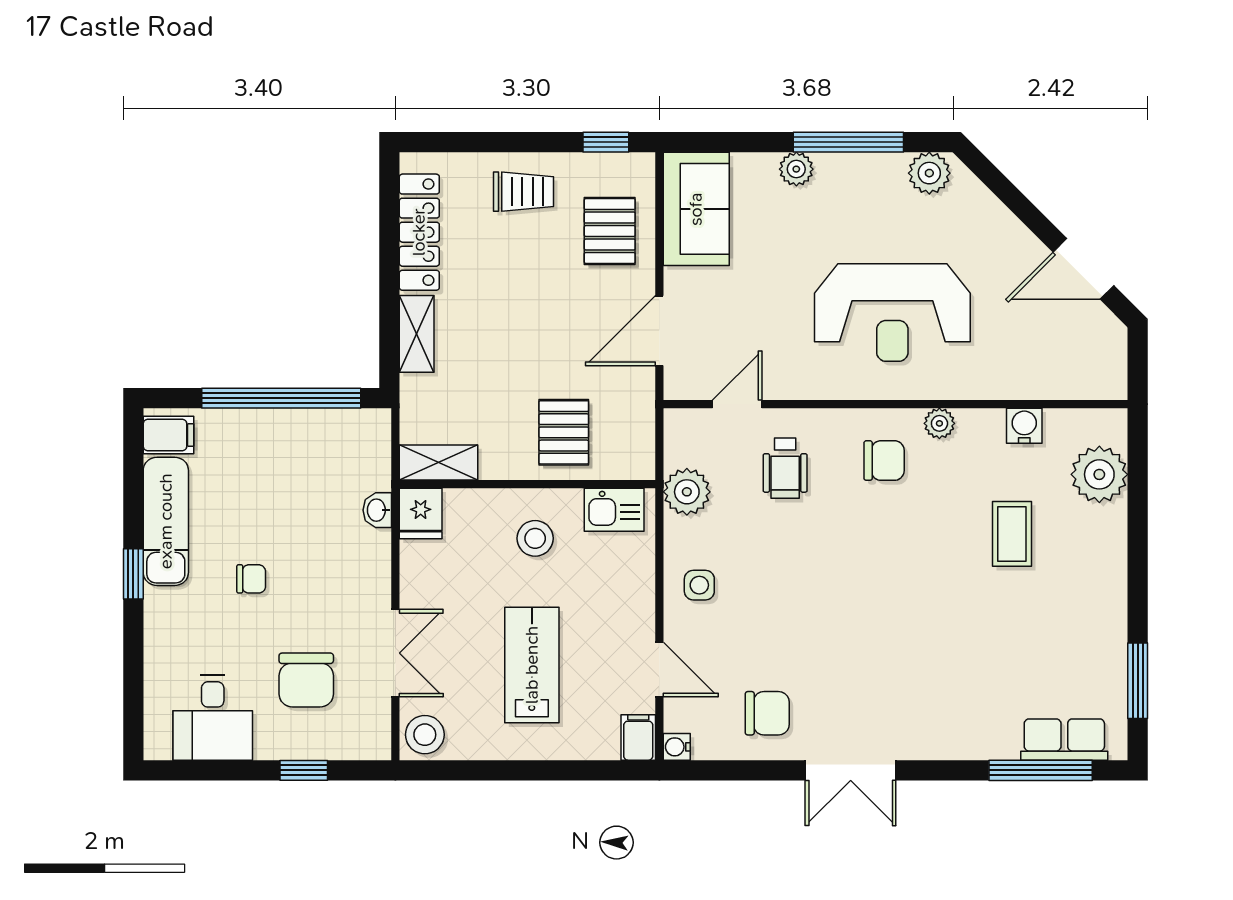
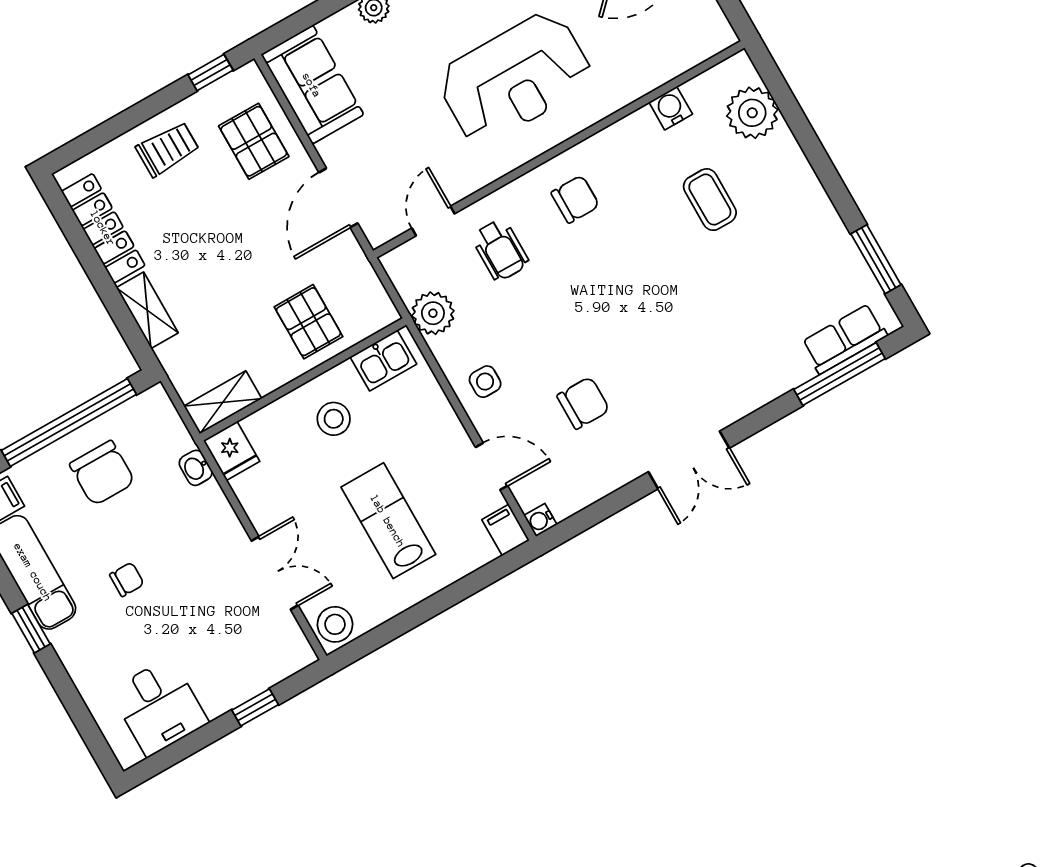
plant: (939, 423) -> (602, 145), removed
chair: (306, 680) -> (102, 473), moved
chair: (767, 713) -> (583, 403), moved

